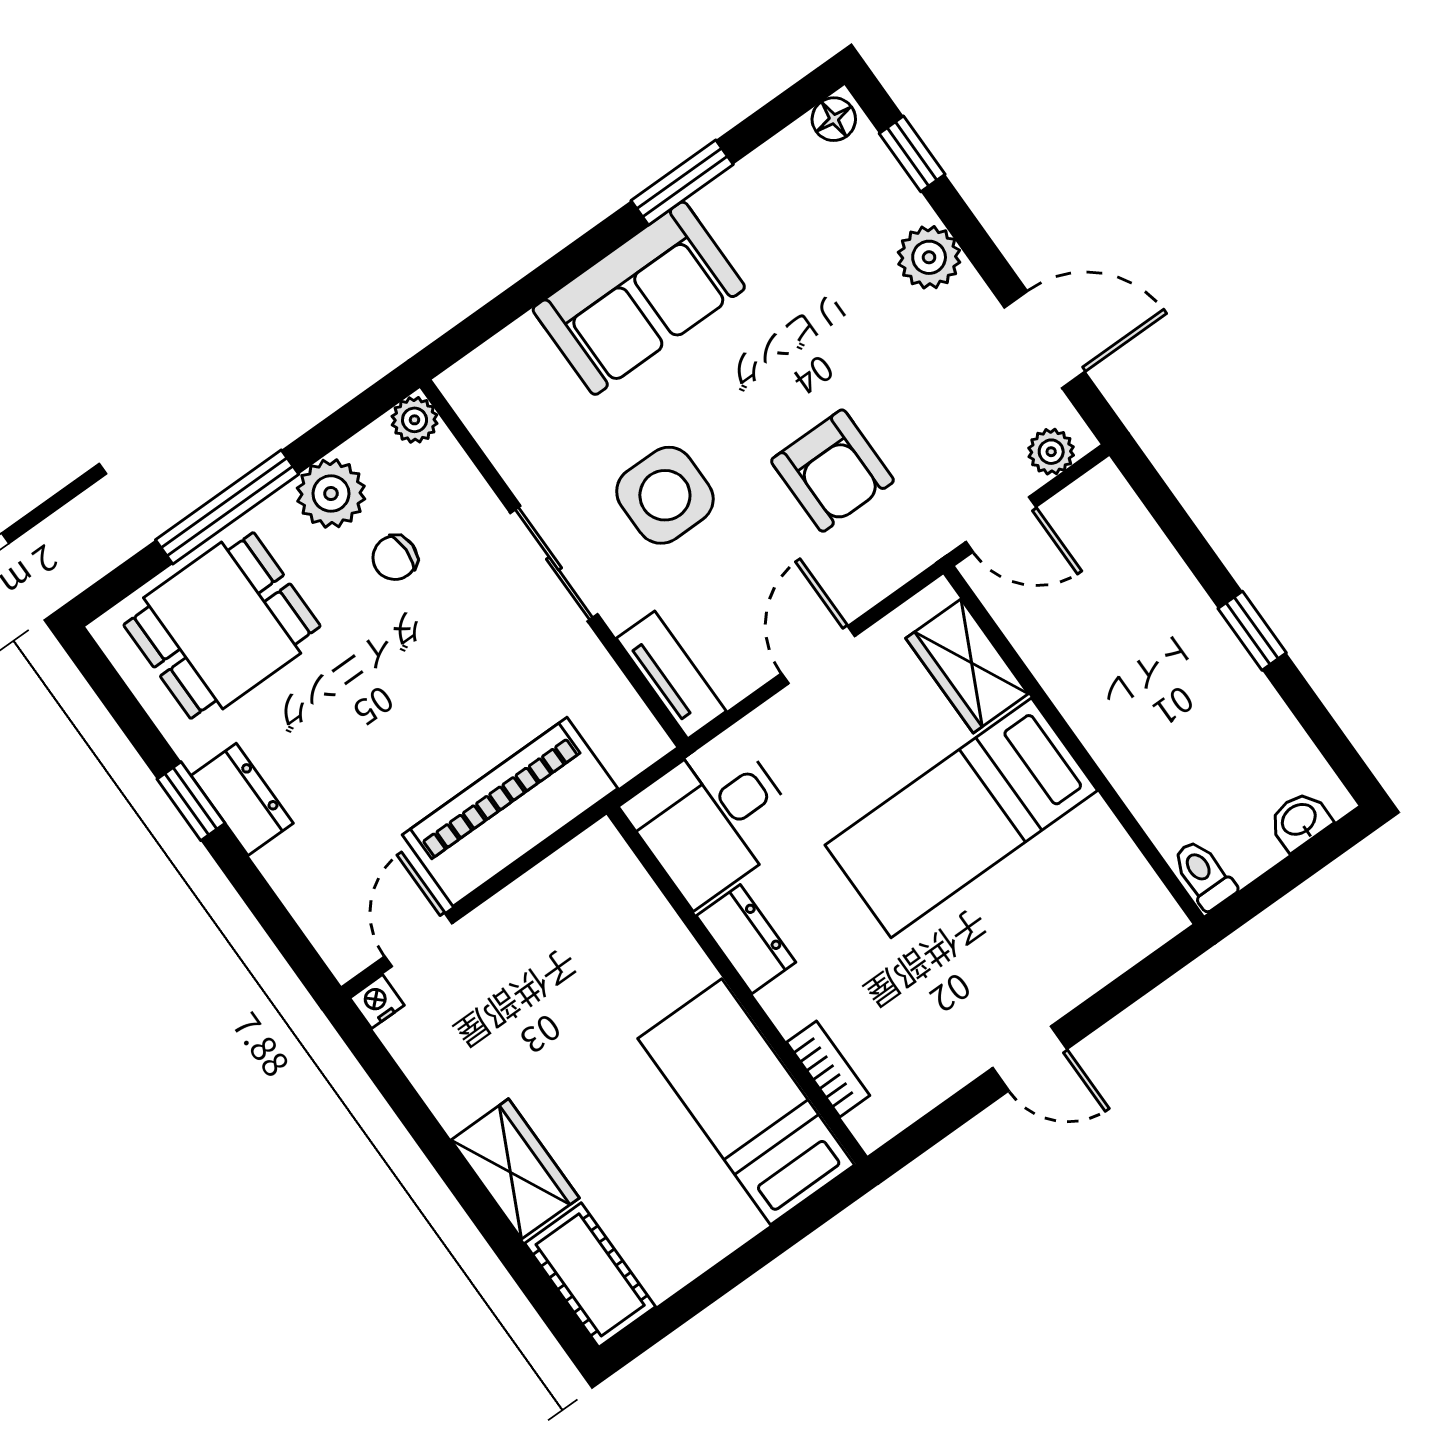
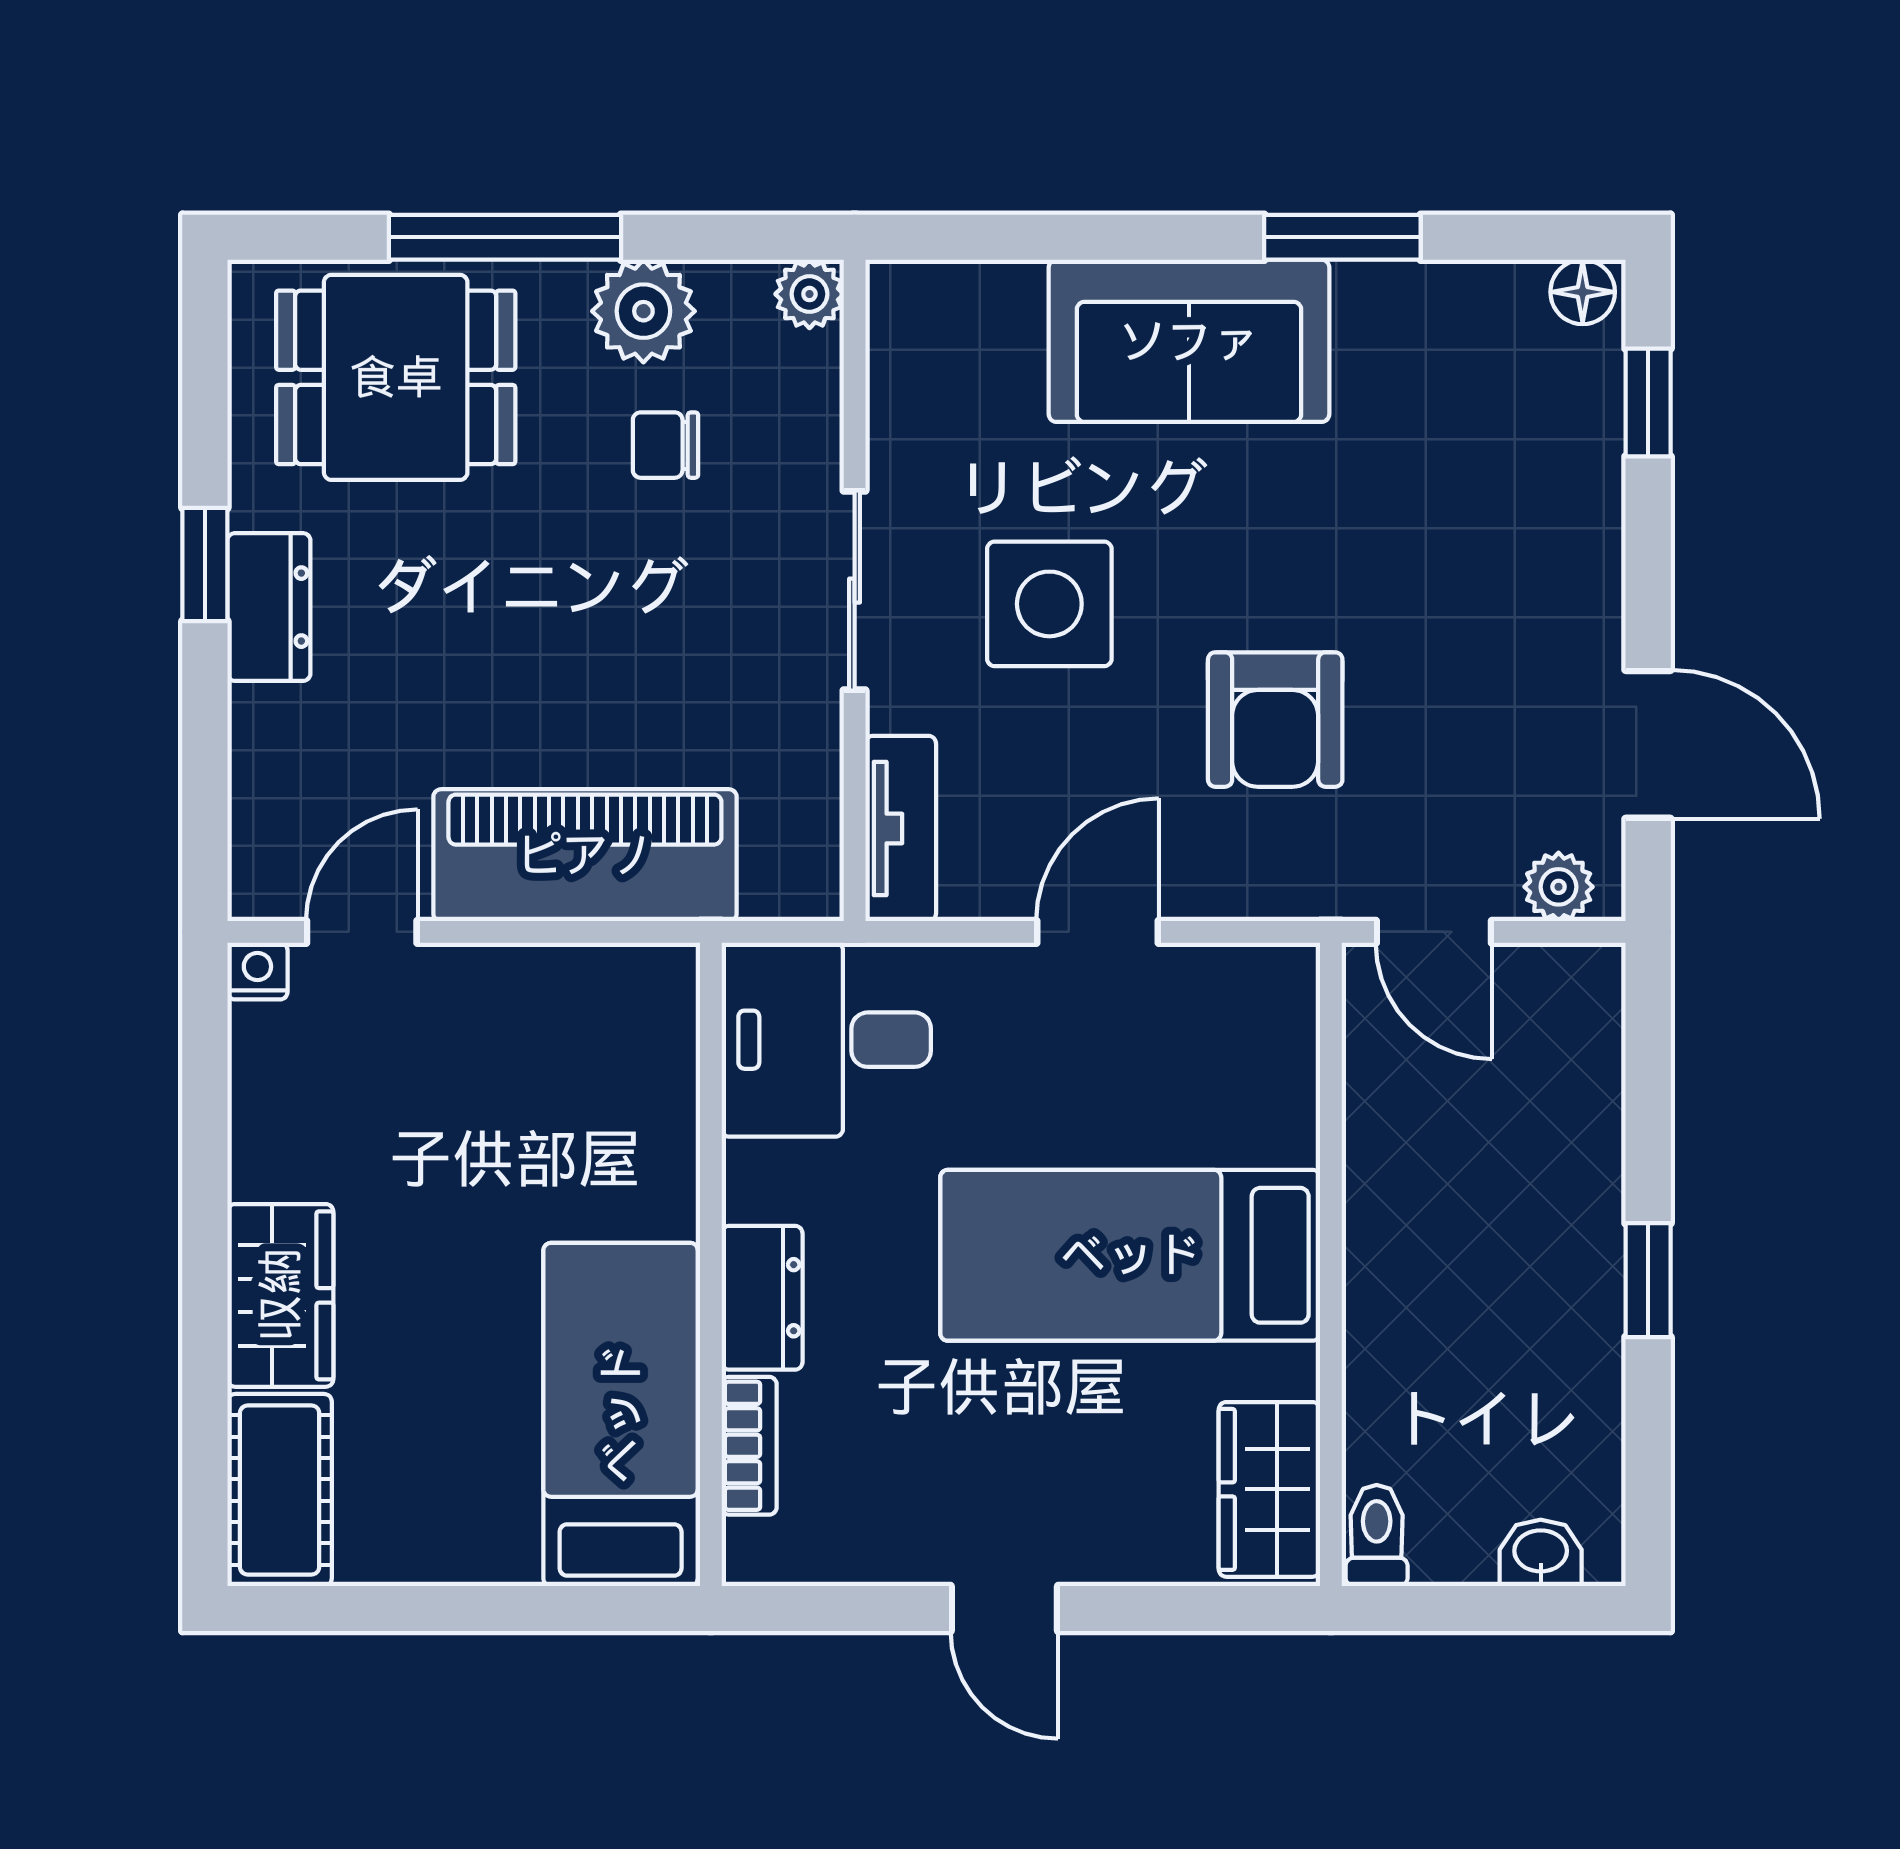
plant: (929, 257) -> (1579, 543), removed
wardrobe: (967, 666) -> (1269, 1489), moved
dresser: (746, 939) -> (762, 1298), moved

